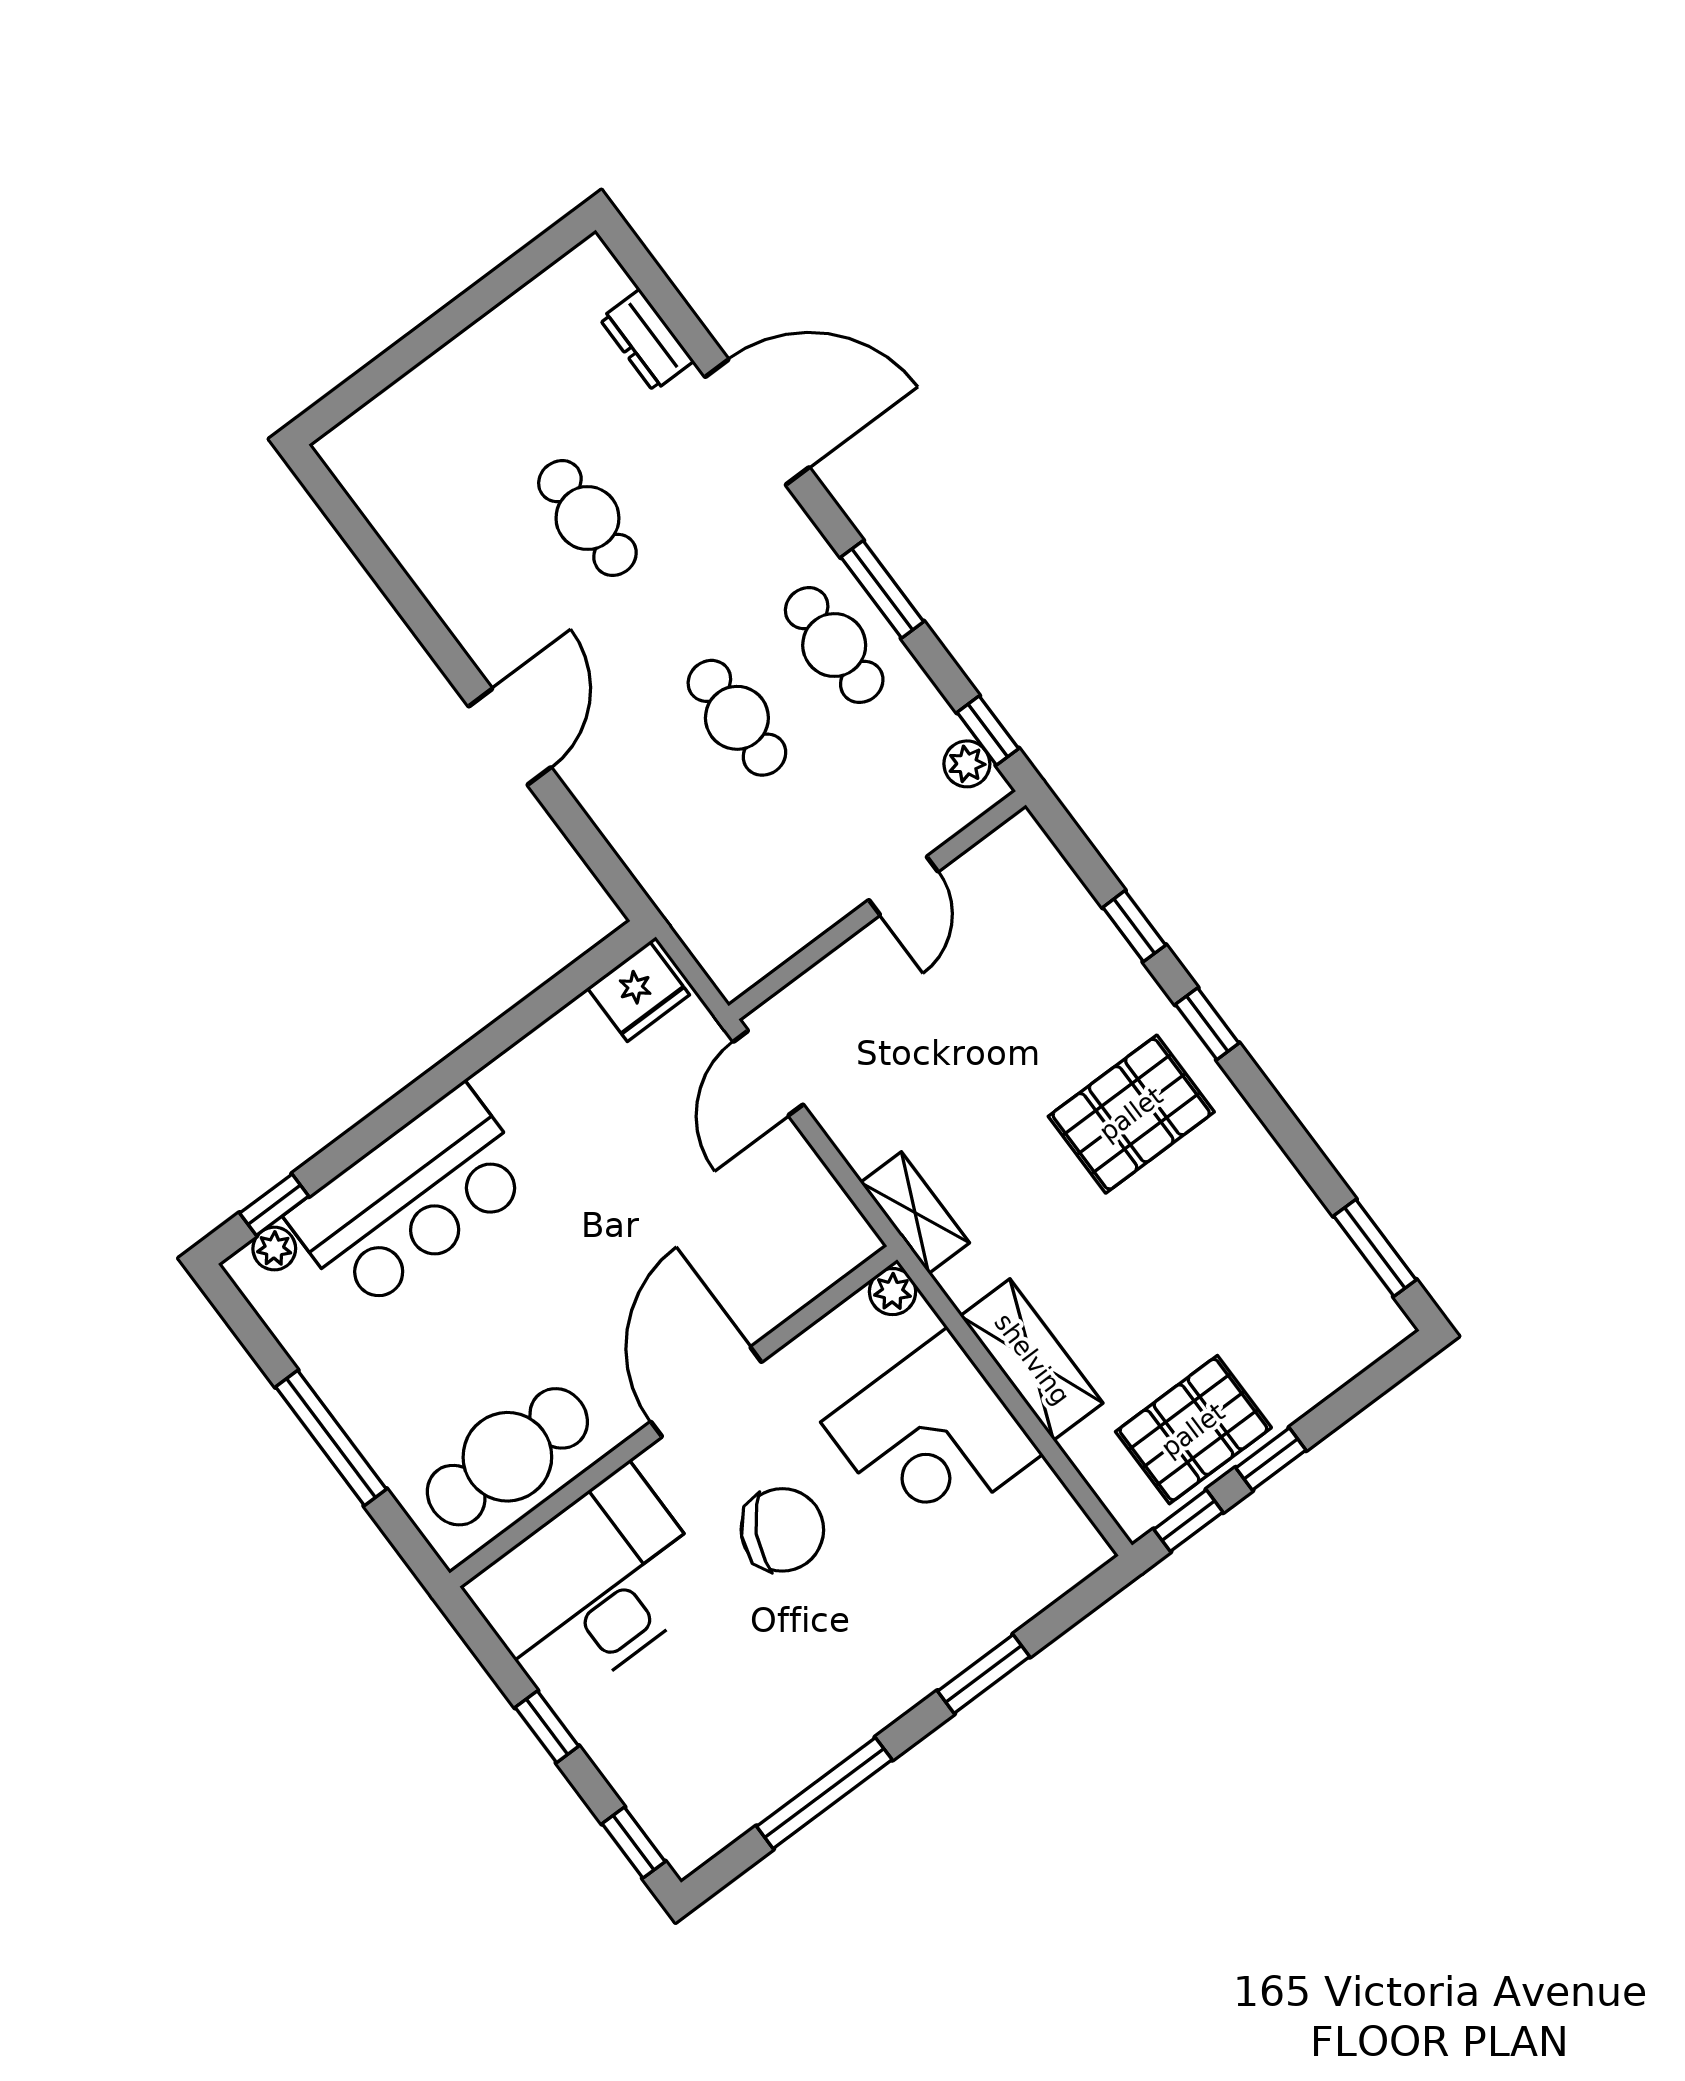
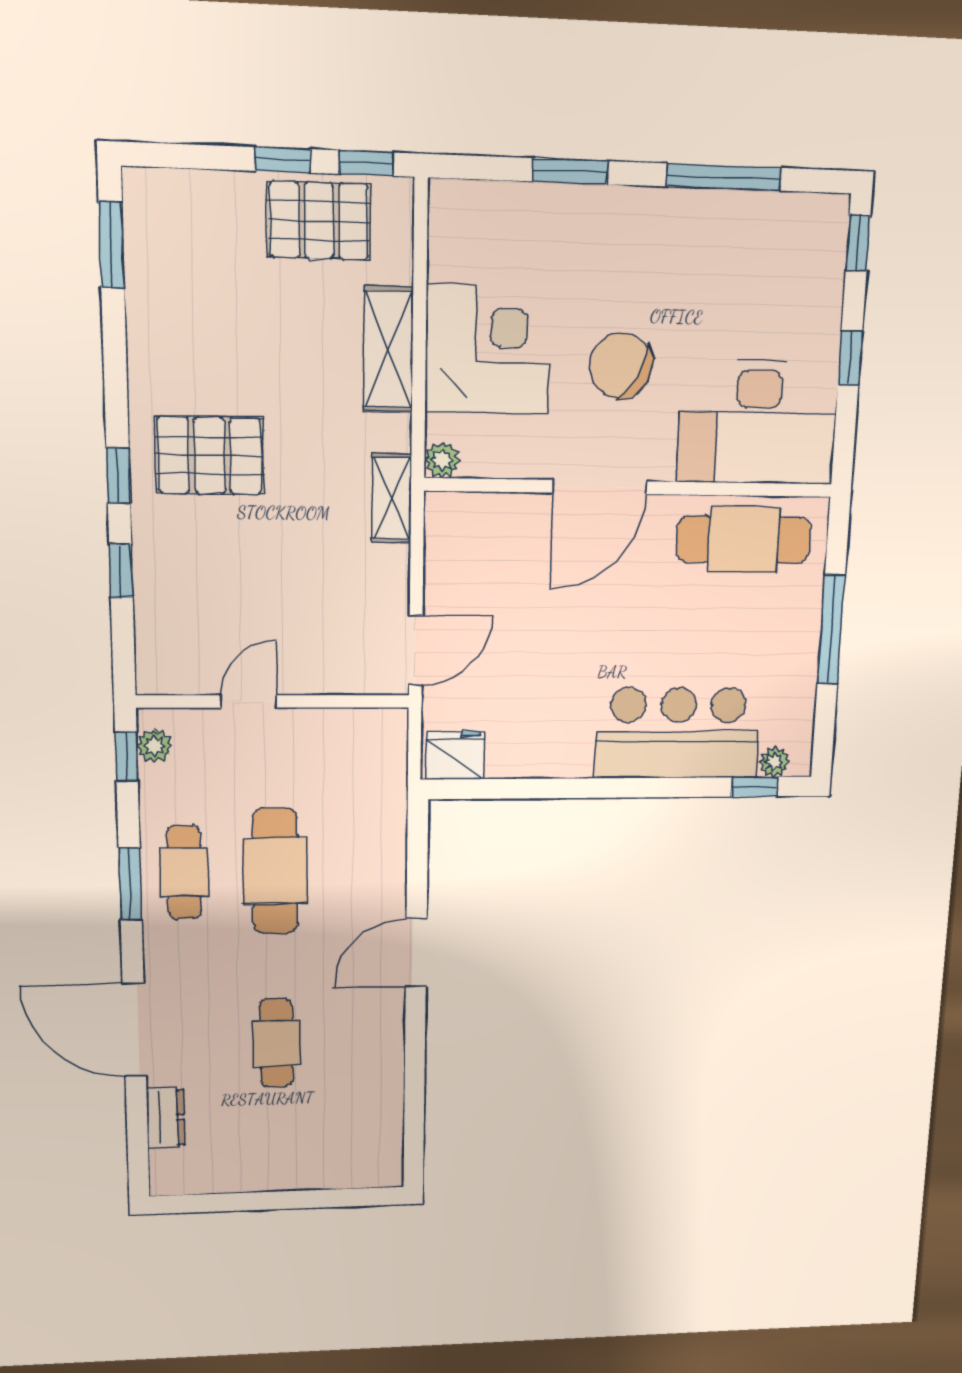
cafe table: (737, 718) -> (275, 871), width x1.37, depth x1.35

